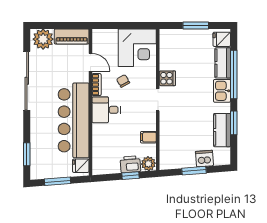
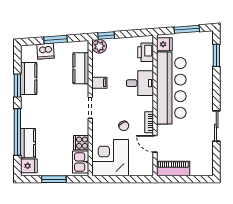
plant: (43, 39) -> (201, 166), removed
cooker: (167, 78) -> (81, 143), moved
sliding door: (27, 81) -> (216, 126), width x0.54
kitchen sink: (222, 91) -> (81, 162), moved, turned 180
desk: (106, 110) -> (140, 83), moved
filing cabinet: (148, 137) -> (99, 83), moved
kitchen counter: (168, 141) -> (81, 68), added
printer: (130, 164) -> (146, 52), moved, turned 94
window: (131, 176) -> (106, 36), moved

